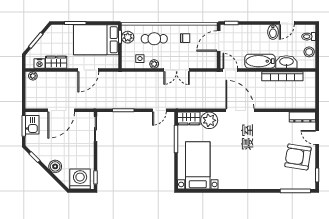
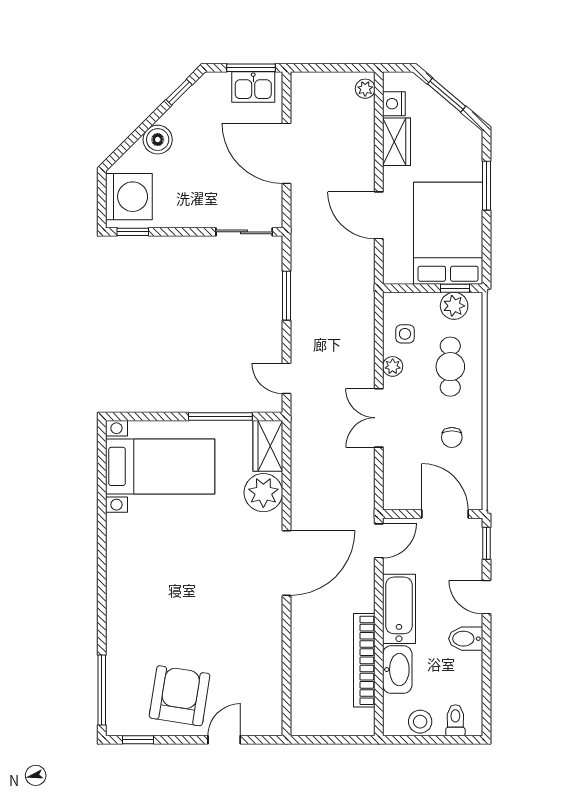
door: (287, 23) -> (487, 597), moved
dresser: (302, 117) -> (271, 706), removed

